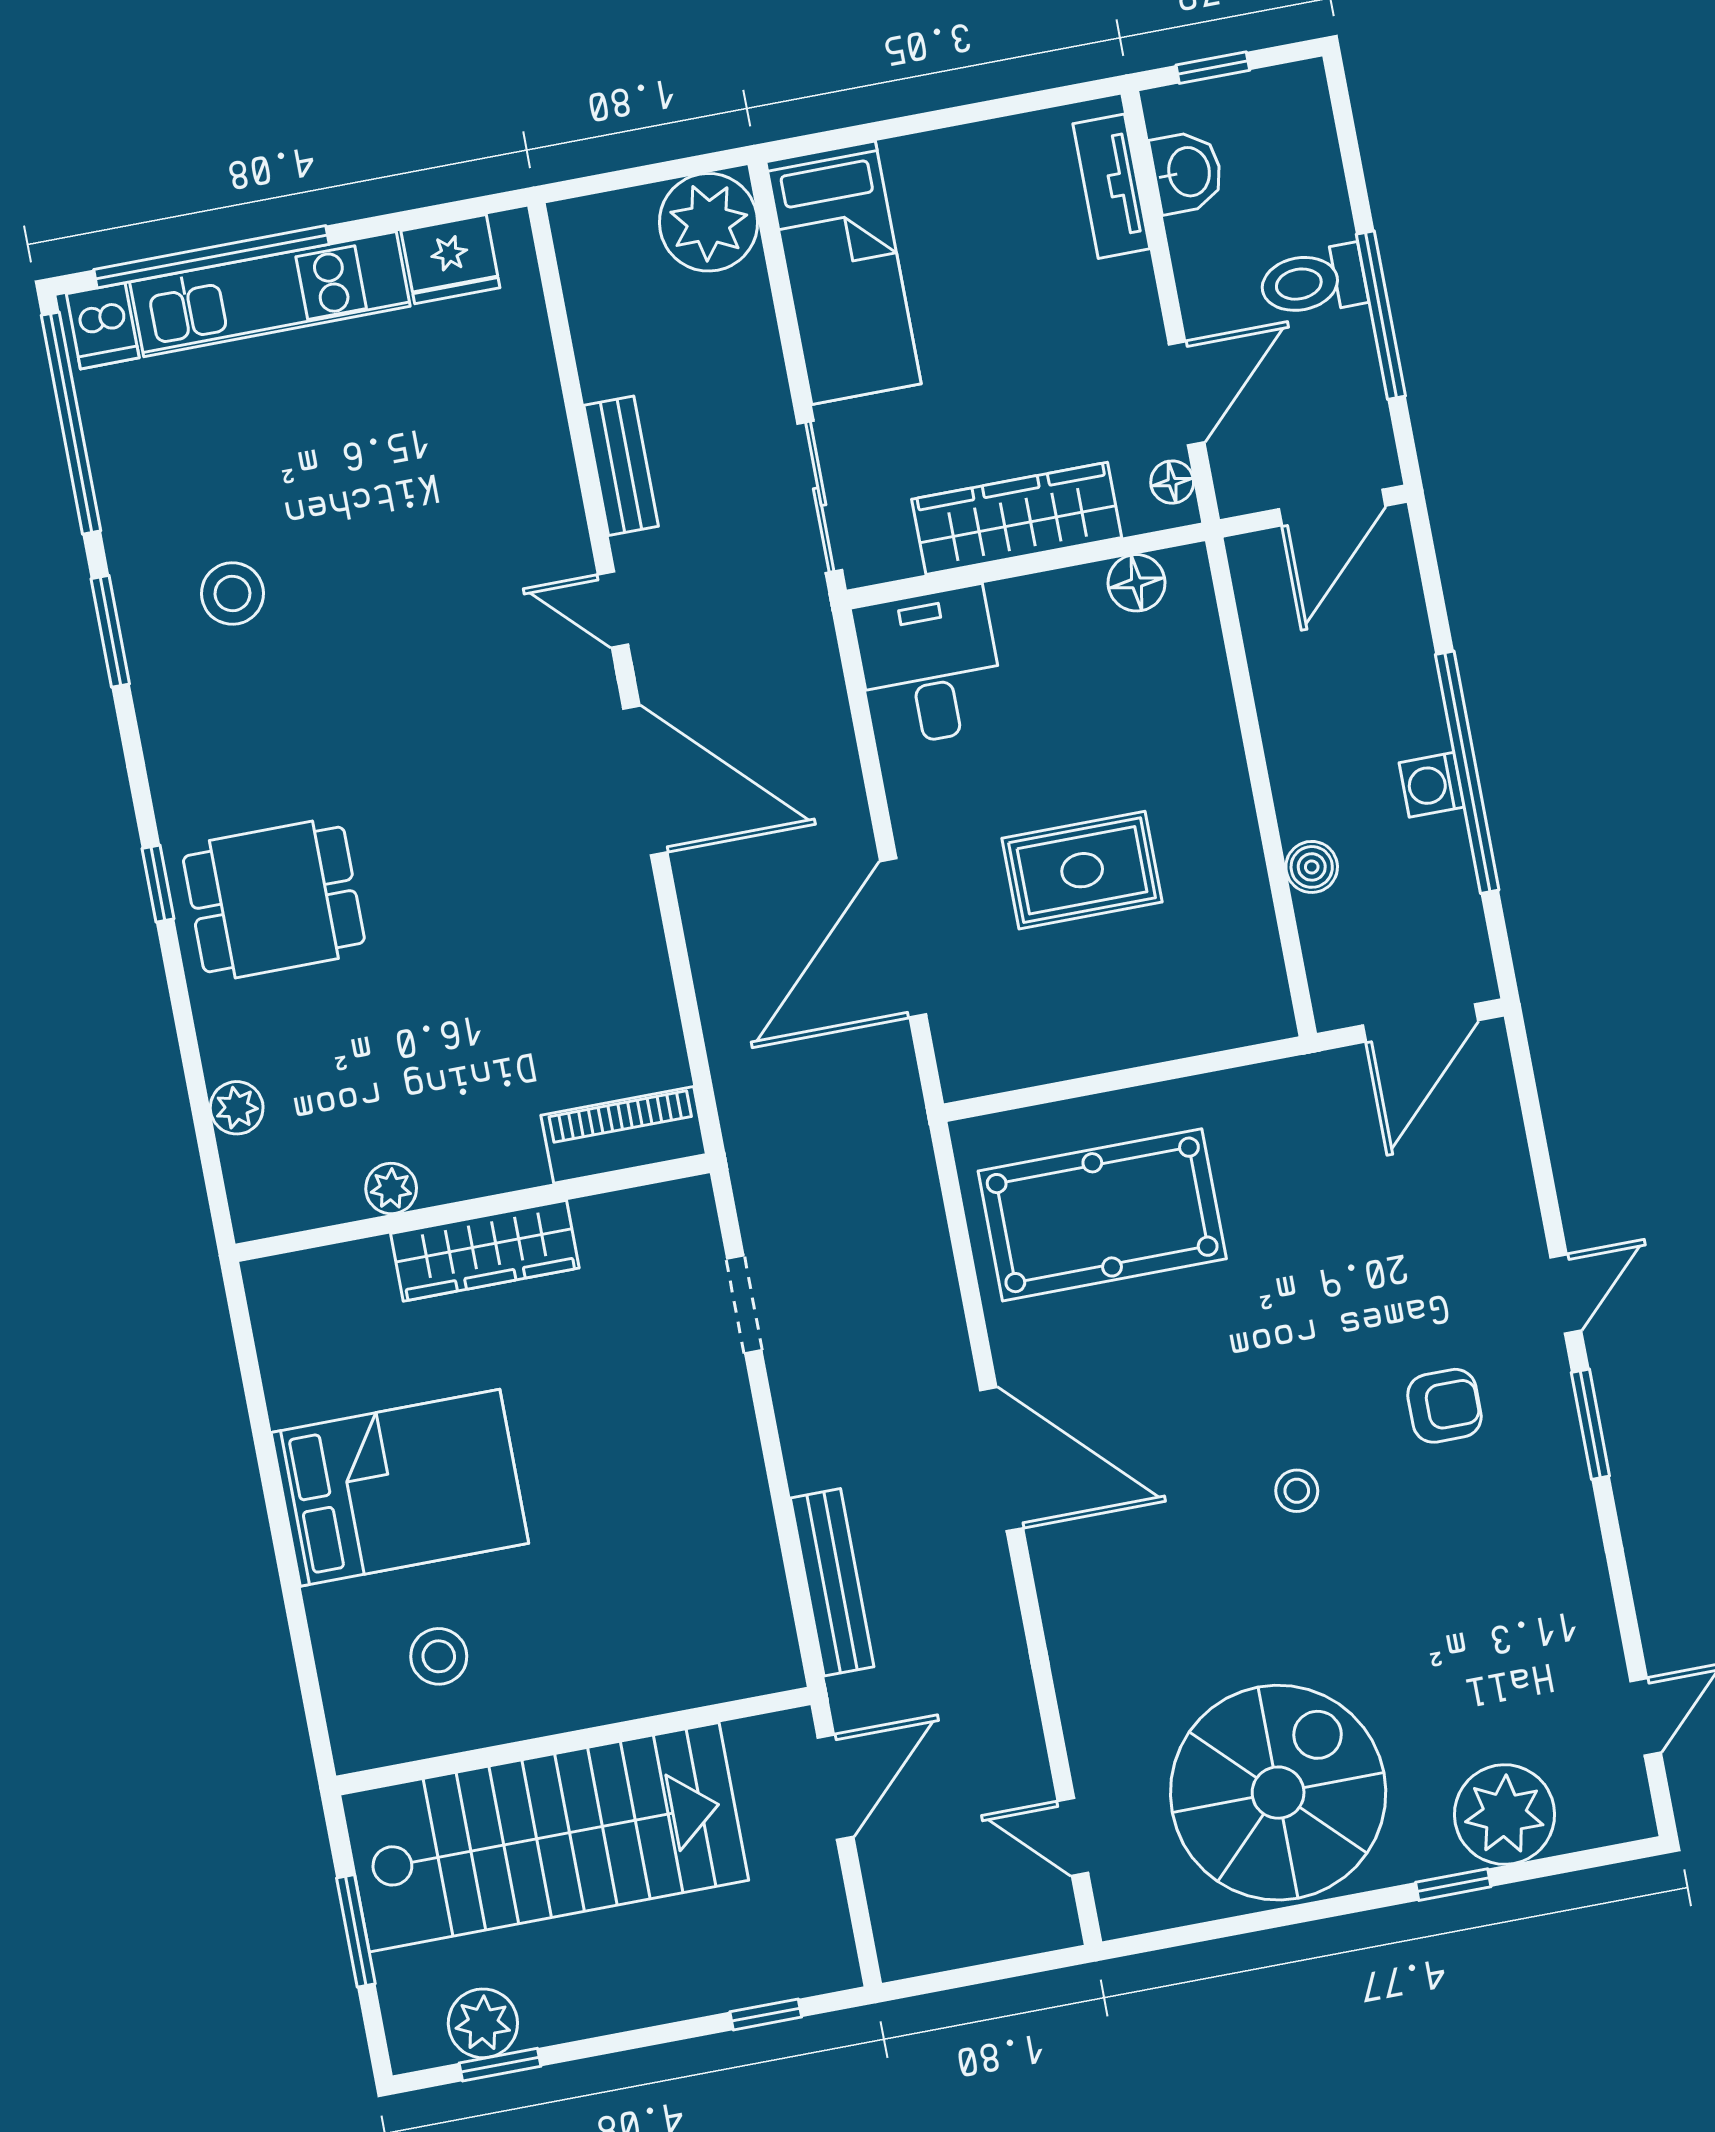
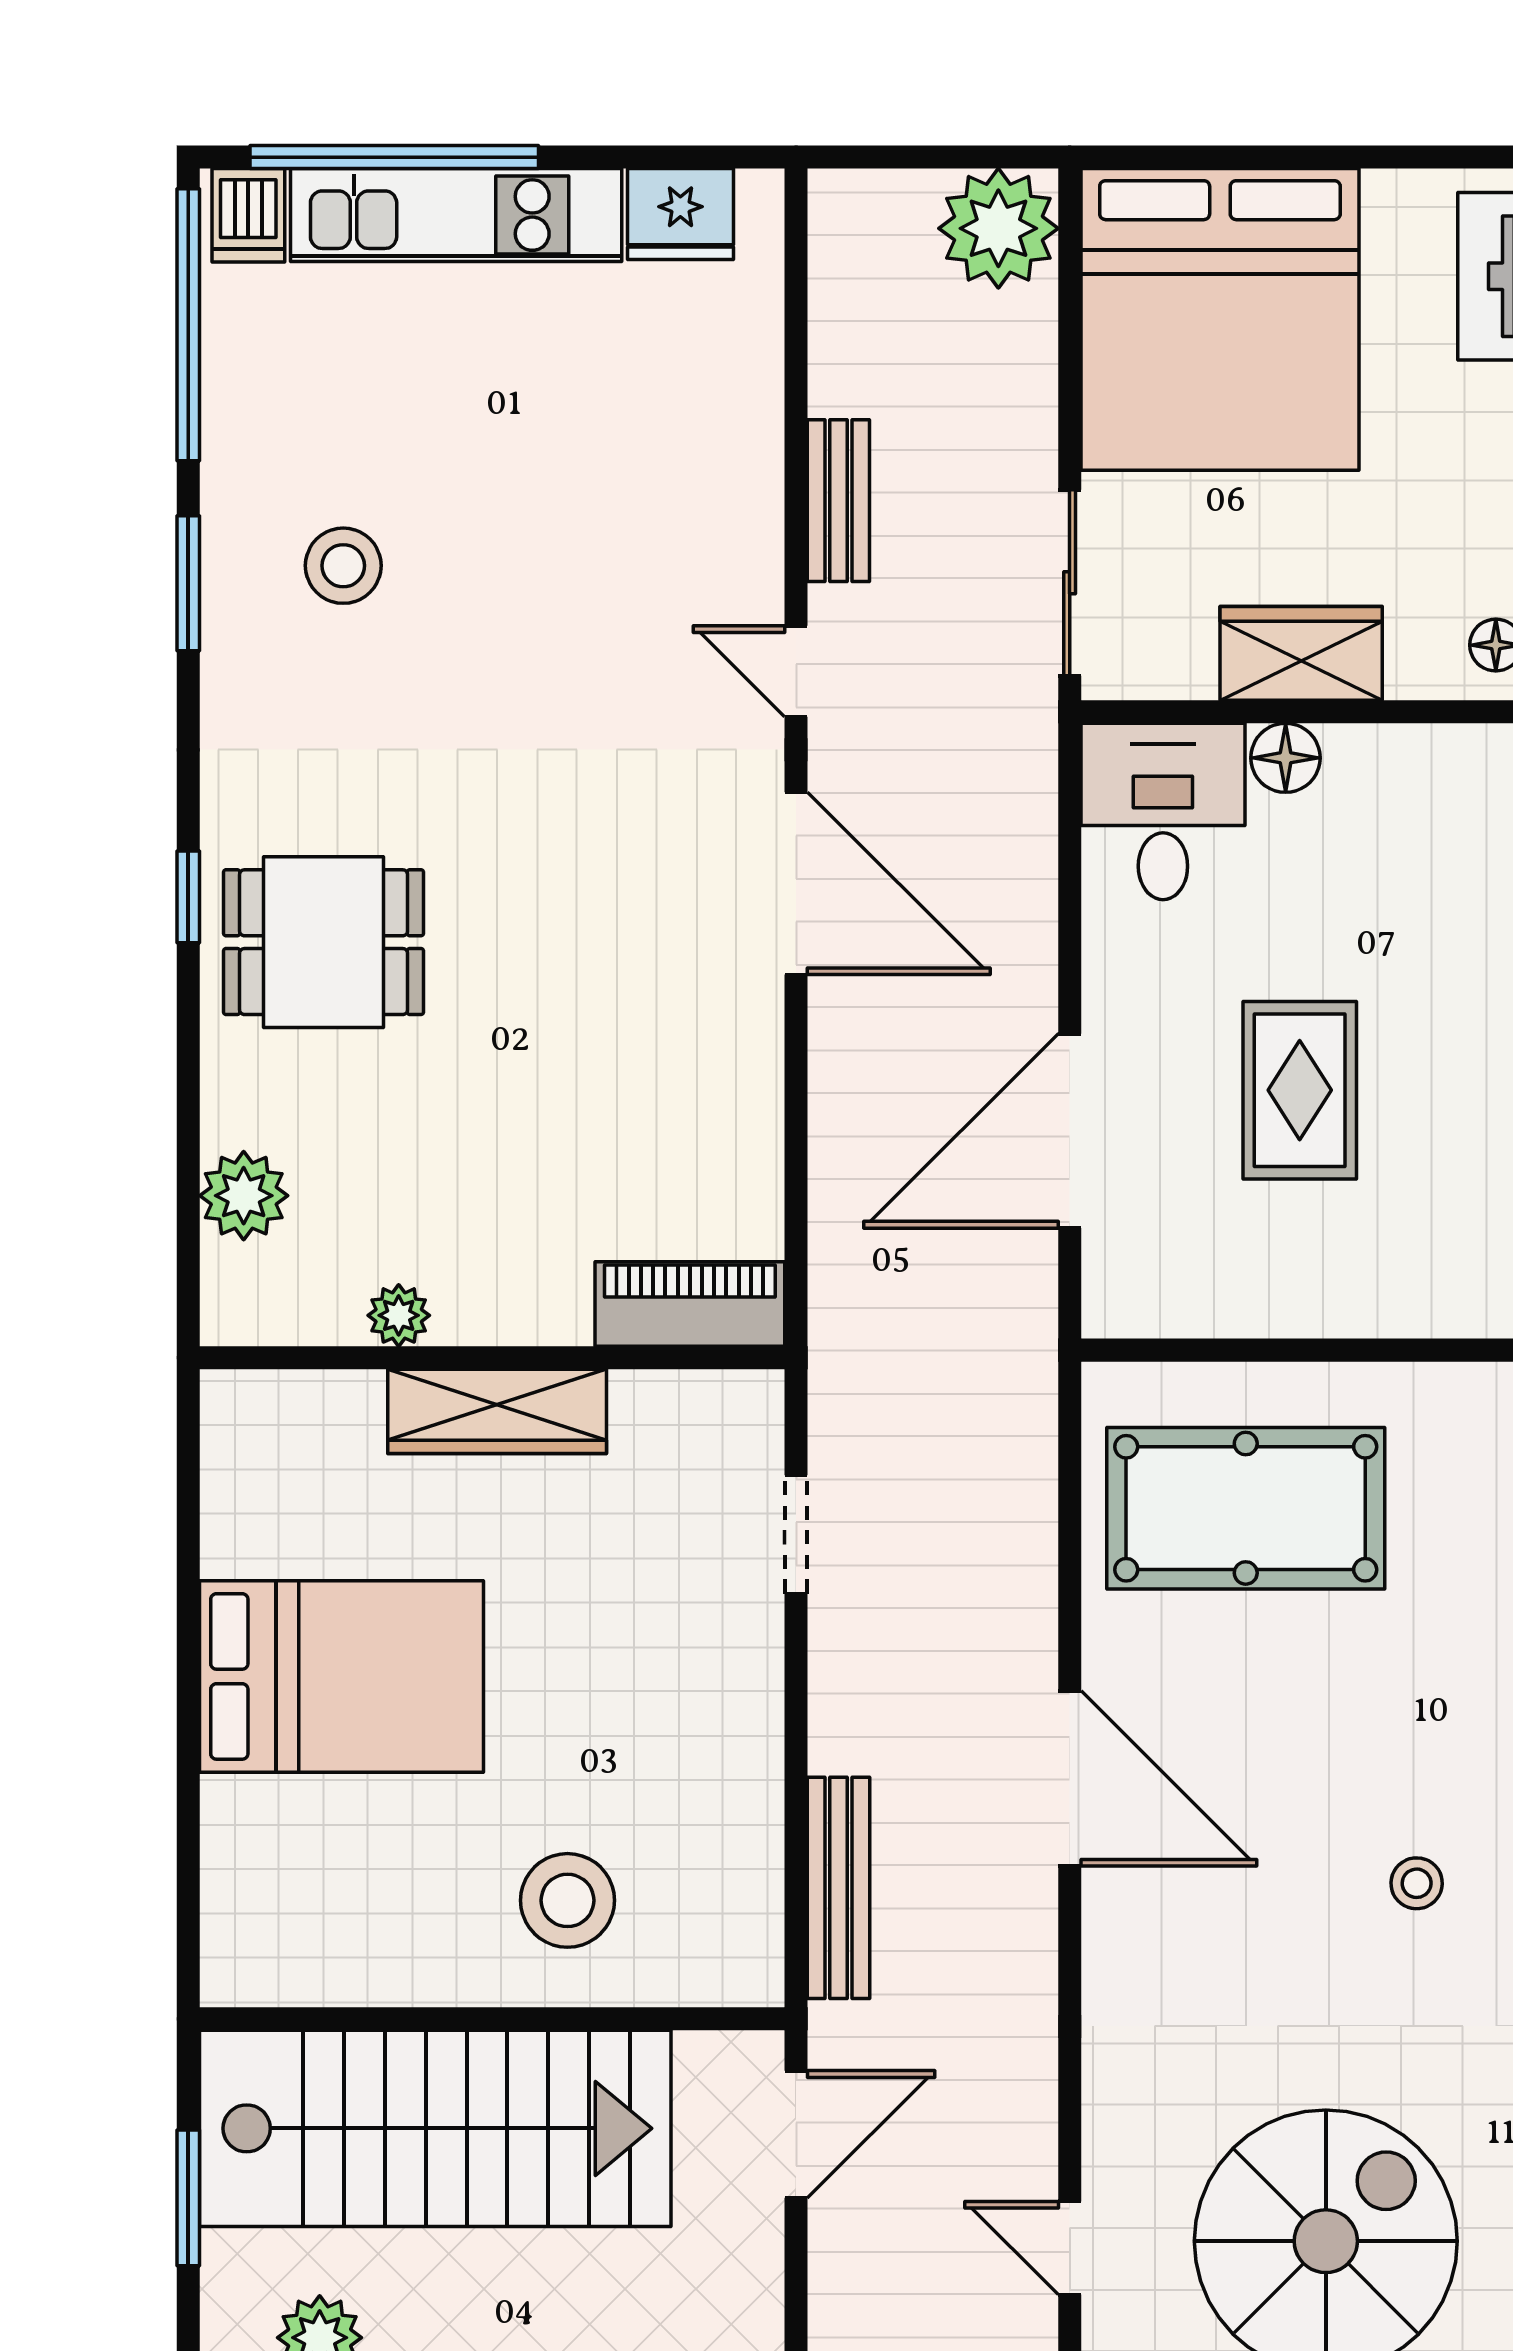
bed: (844, 273) -> (1220, 319), width x2.04
wardrobe: (1017, 518) -> (1301, 653), width x0.67
floor lamp: (1137, 583) -> (1286, 758), moved
rug: (1082, 870) -> (1300, 1090), turned 90
plant: (237, 1108) -> (244, 1196), width x1.38, depth x1.38
stool: (439, 1656) -> (567, 1900), moved, width x1.38, depth x1.38

